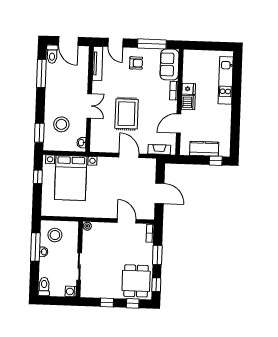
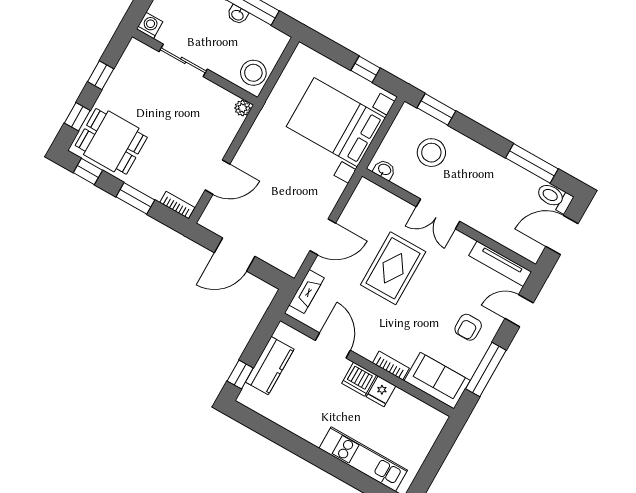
rug: (127, 114) -> (393, 268), turned 90
stool: (55, 235) -> (253, 73), moved

